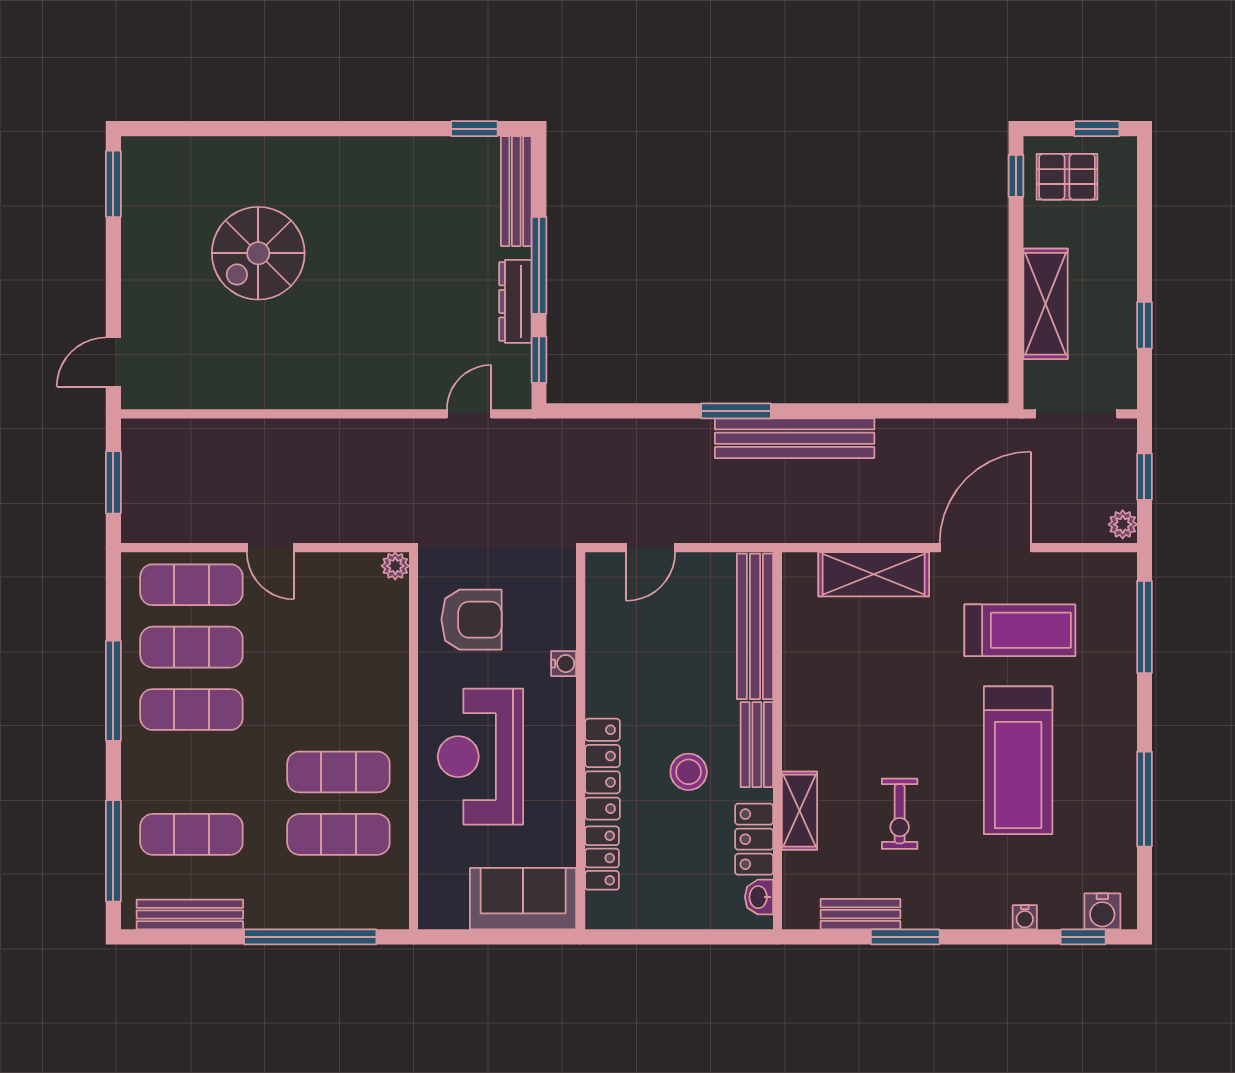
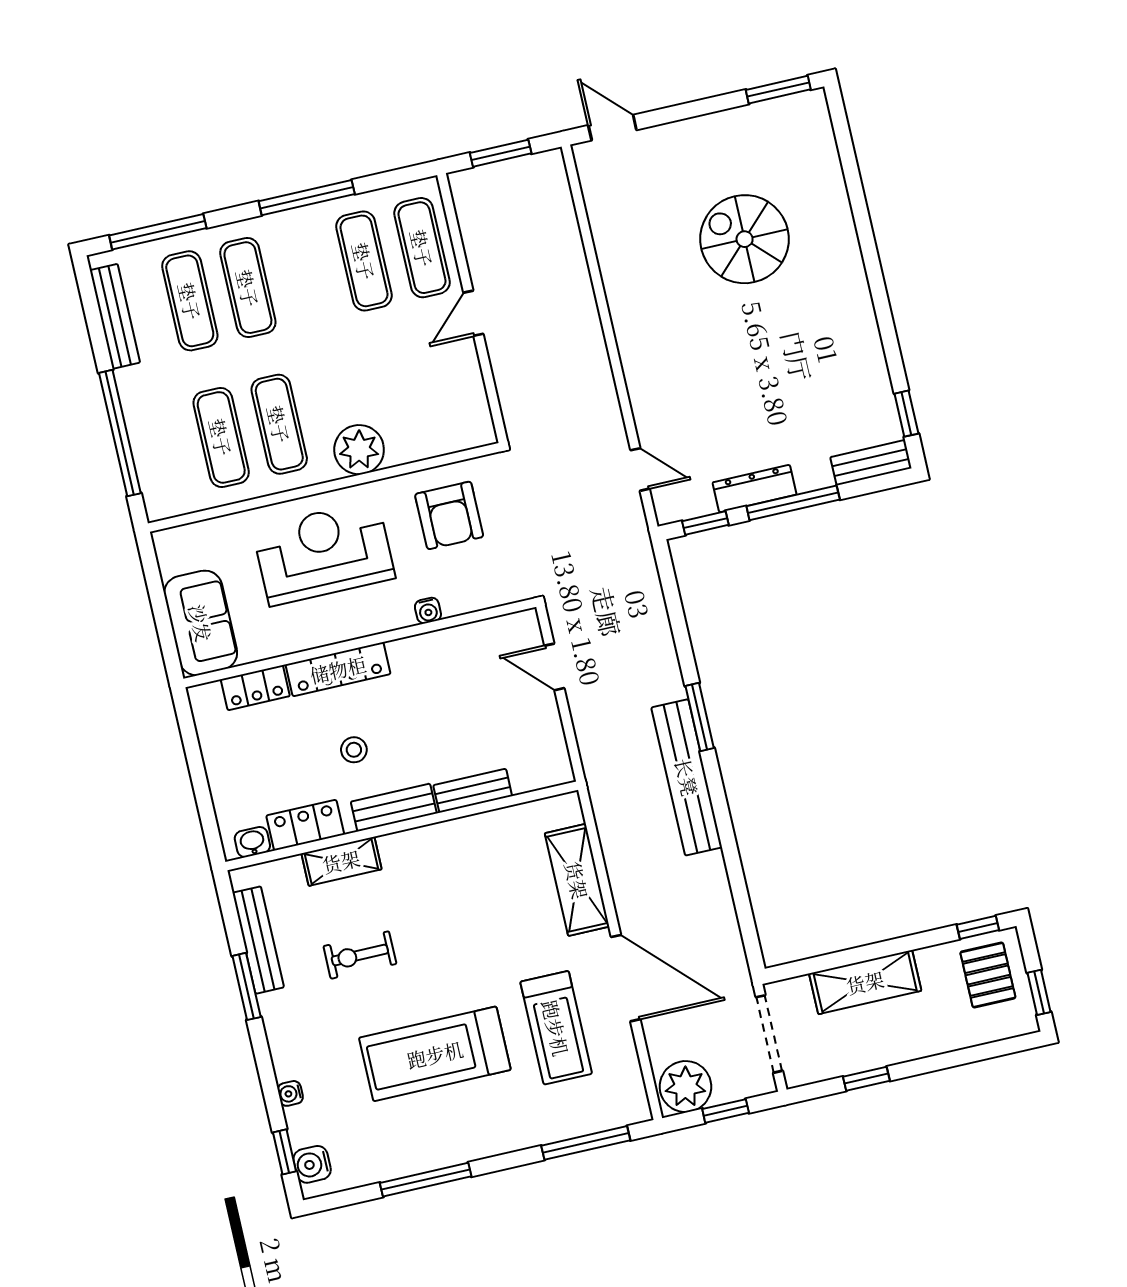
bench: (516, 191) -> (871, 463), width x0.73
plant: (1123, 524) -> (685, 1087), width x1.88, depth x1.88
plant: (395, 566) -> (359, 450), moved, width x1.87, depth x1.87
bench: (755, 626) -> (473, 791), width x0.54, depth x0.82
exercise mat: (191, 710) -> (248, 288), moved
stool: (689, 772) -> (354, 750), width x0.73, depth x0.73
bench: (861, 914) -> (258, 940), width x1.36

